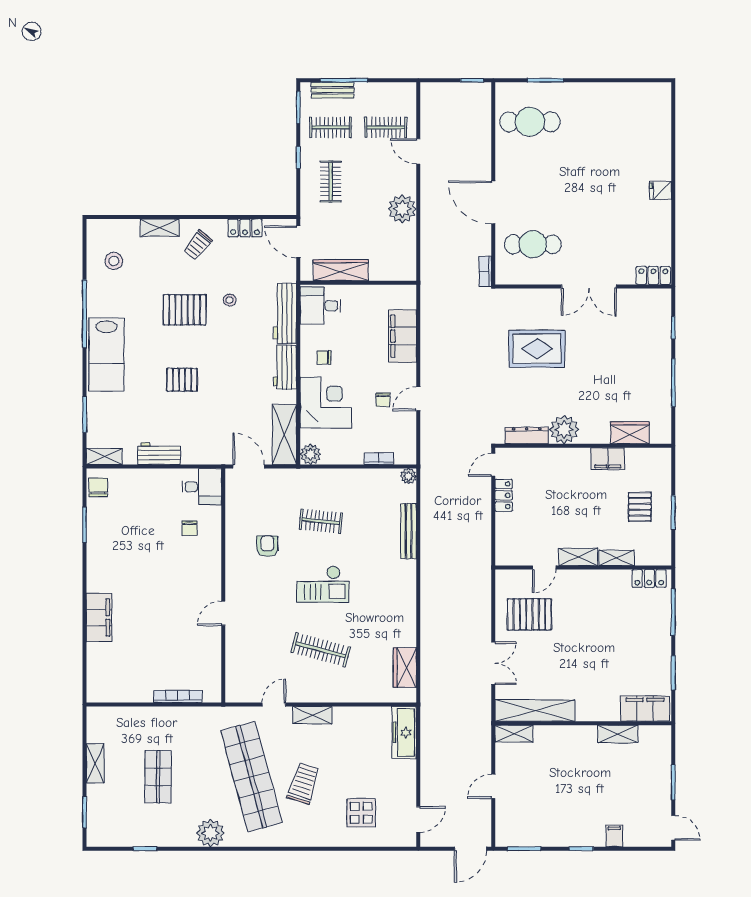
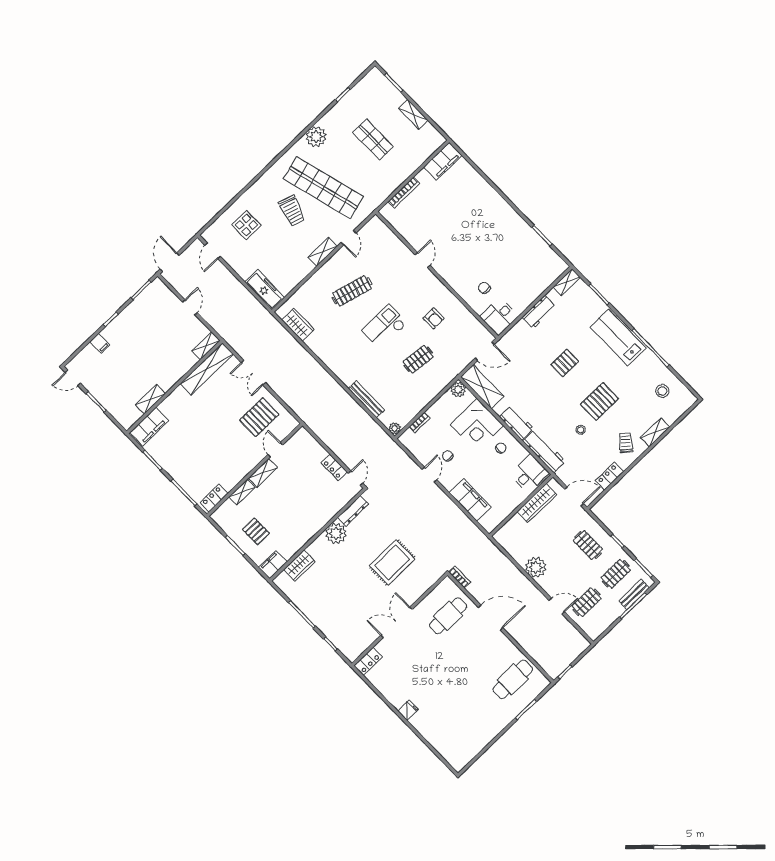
filing cabinet: (608, 459) -> (273, 565), moved
chair: (98, 487) -> (554, 263), removed
filing cabinet: (99, 617) -> (443, 161), moved, turned -90

